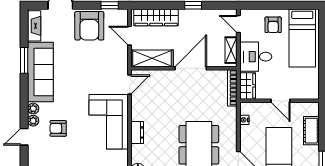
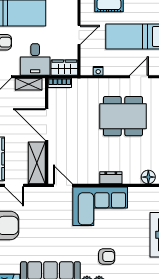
door: (129, 36) -> (14, 185), hinge flipped
bookcase: (232, 88) -> (60, 83), width x0.64
armchair: (58, 128) -> (107, 257), turned -90

